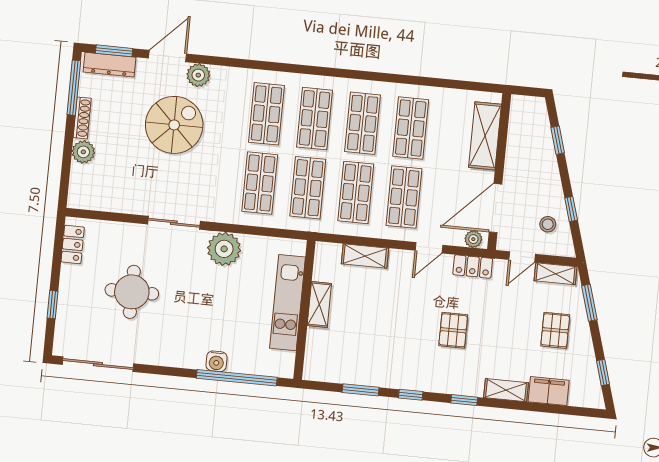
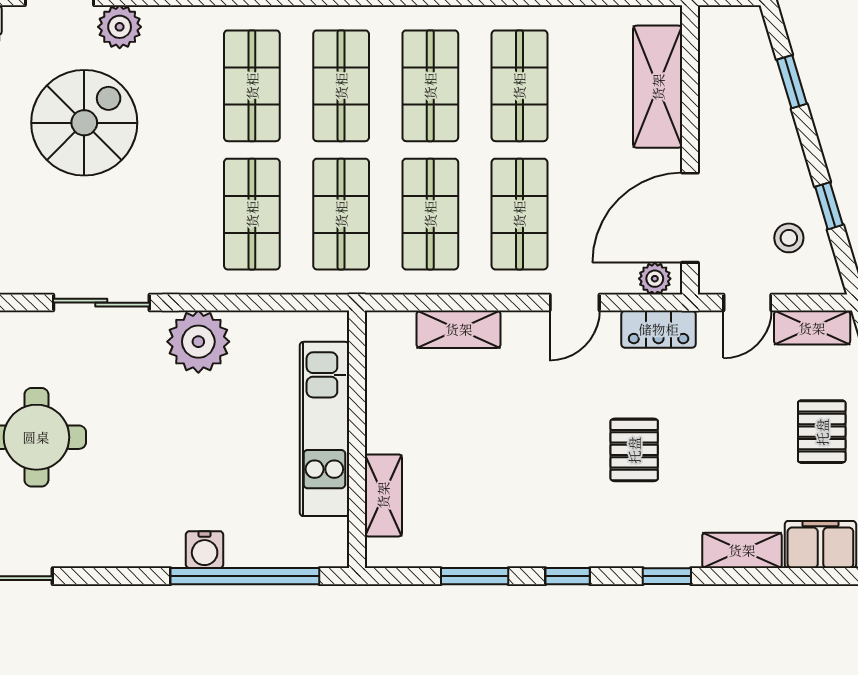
shelving: (319, 305) -> (383, 495), moved

